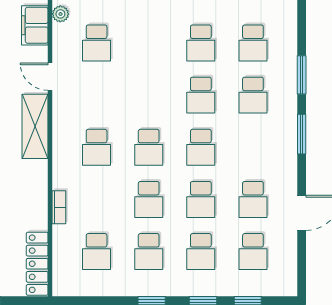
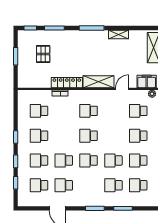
school desk: (149, 199) -> (138, 136), moved
locker: (37, 264) -> (67, 83), moved

